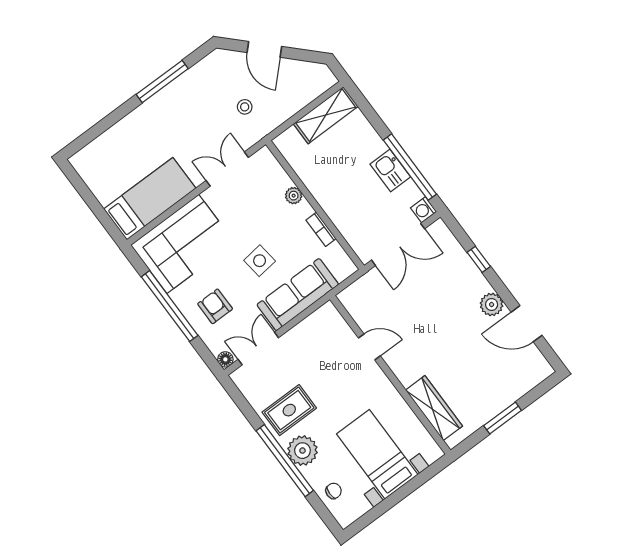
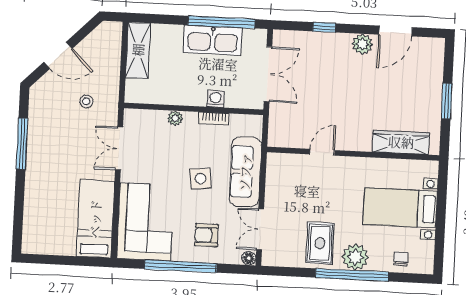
kitchen sink: (390, 170) -> (213, 40), width x1.88, depth x1.24
washing machine: (424, 210) -> (216, 99), moved, turned 180

